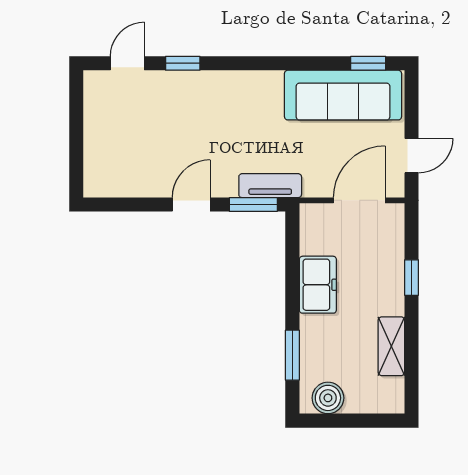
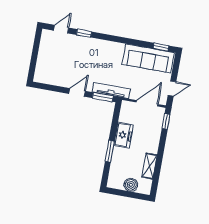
tv unit: (270, 186) -> (111, 90), width x1.41
window: (412, 278) -> (166, 122), moved
window: (292, 355) -> (110, 151), moved
boiler: (328, 398) -> (131, 185), moved

